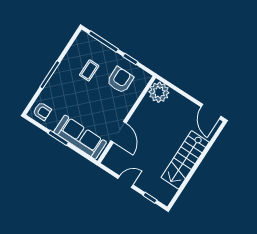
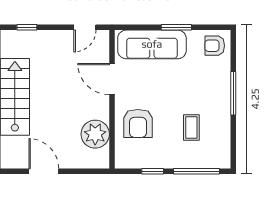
armchair: (120, 80) -> (138, 123), moved
plant: (159, 92) -> (95, 134), moved
door: (211, 112) -> (44, 171), moved
door: (126, 182) -> (85, 27), moved

